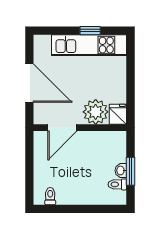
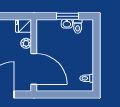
plant: (96, 112) -> (26, 43), width x0.53, depth x0.53
door: (62, 128) -> (34, 69), width x1.36

